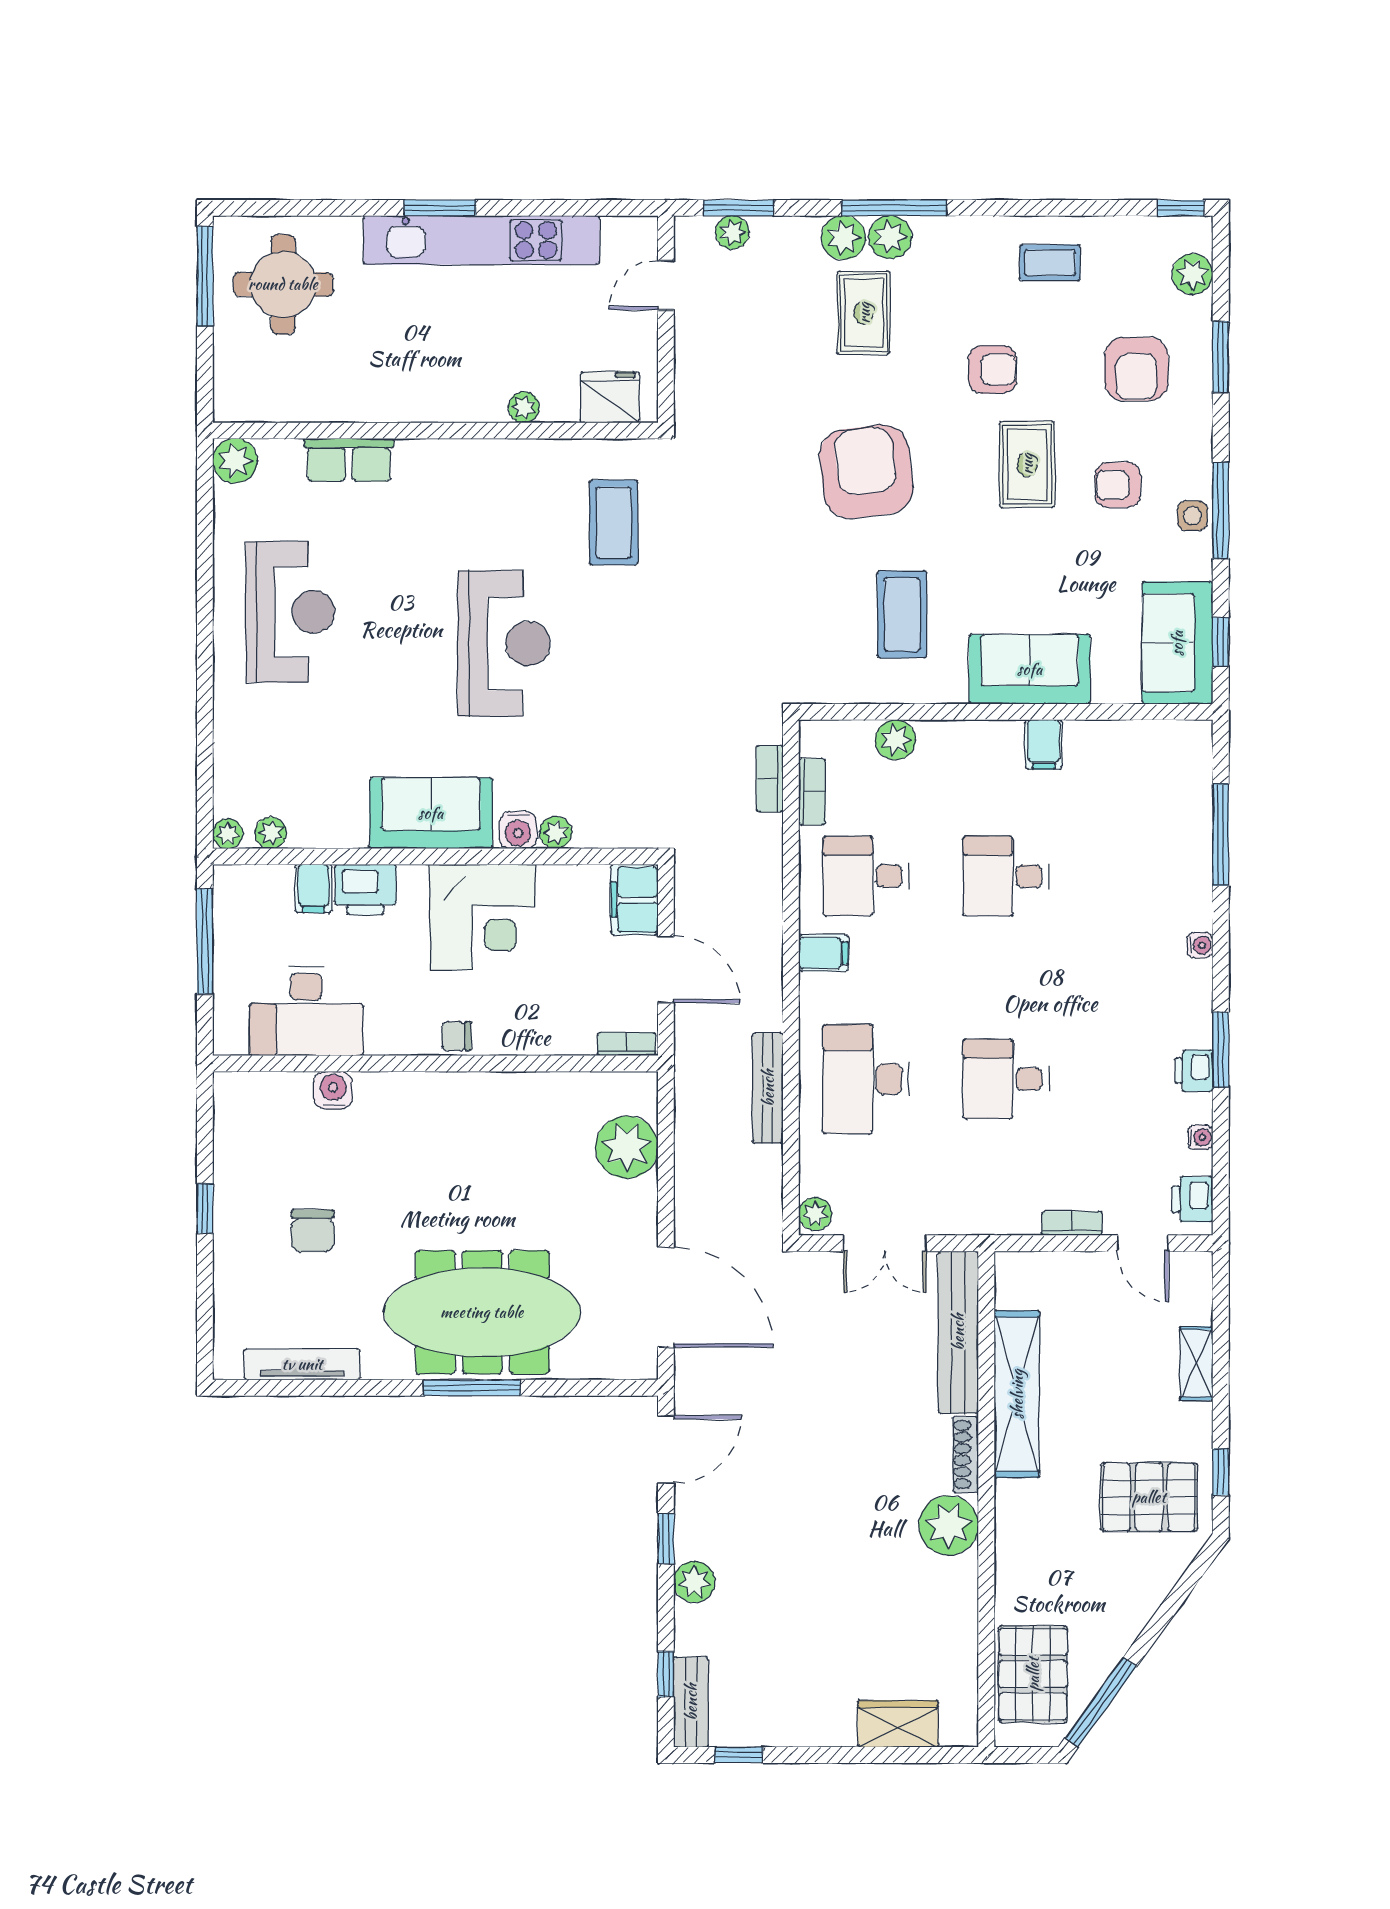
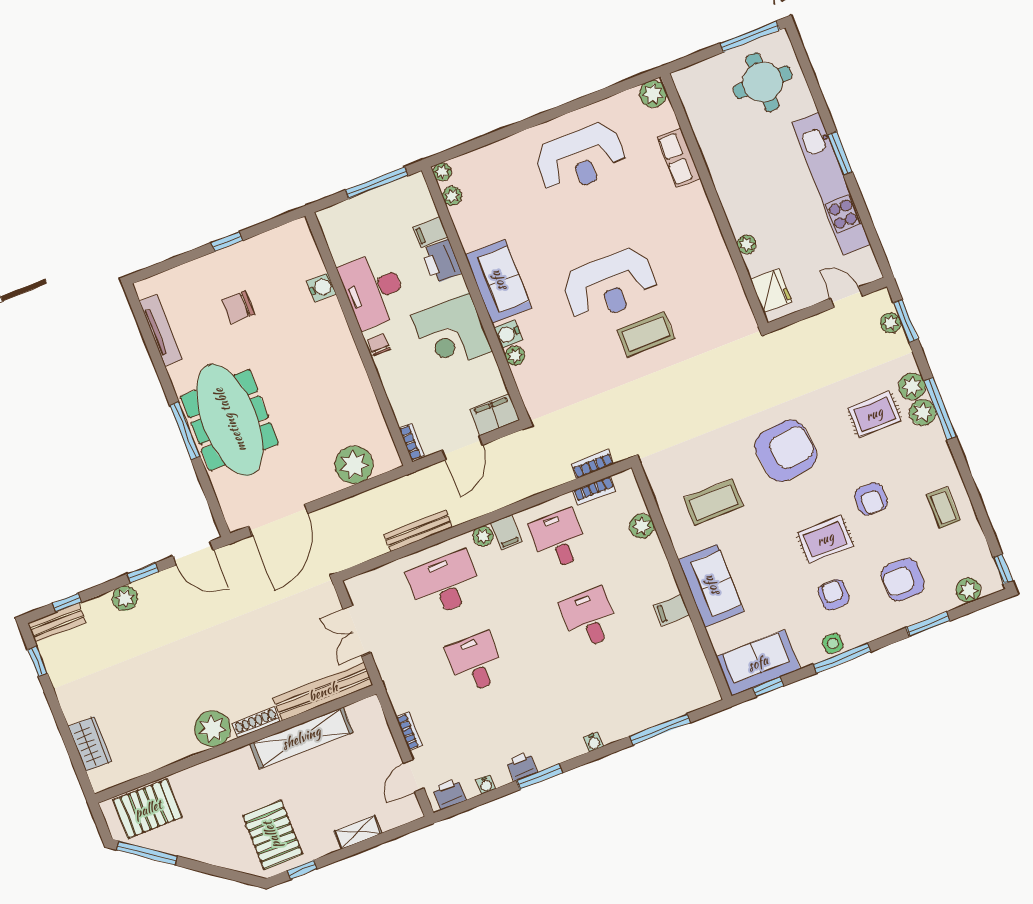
coffee table: (614, 523) -> (646, 334), moved
desk: (306, 1011) -> (374, 290), moved
plant: (815, 1214) -> (483, 536), moved

